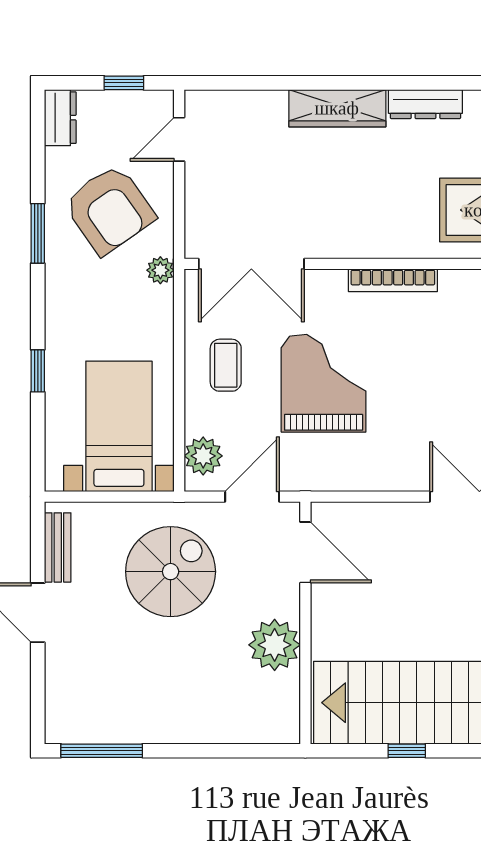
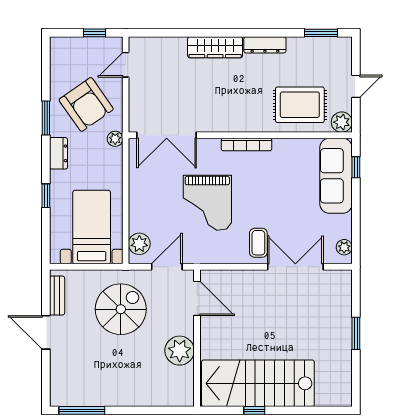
dresser: (60, 118) -> (58, 153), moved
coffee table: (226, 365) -> (258, 243), moved
grand piano: (324, 383) -> (207, 203), turned 180

